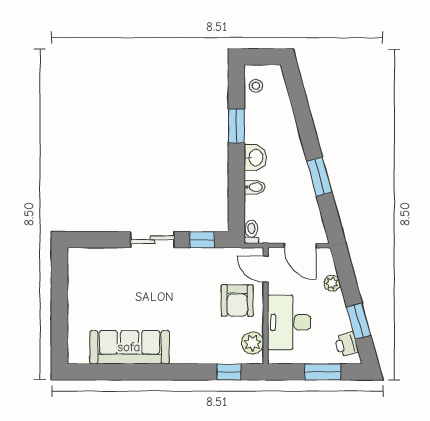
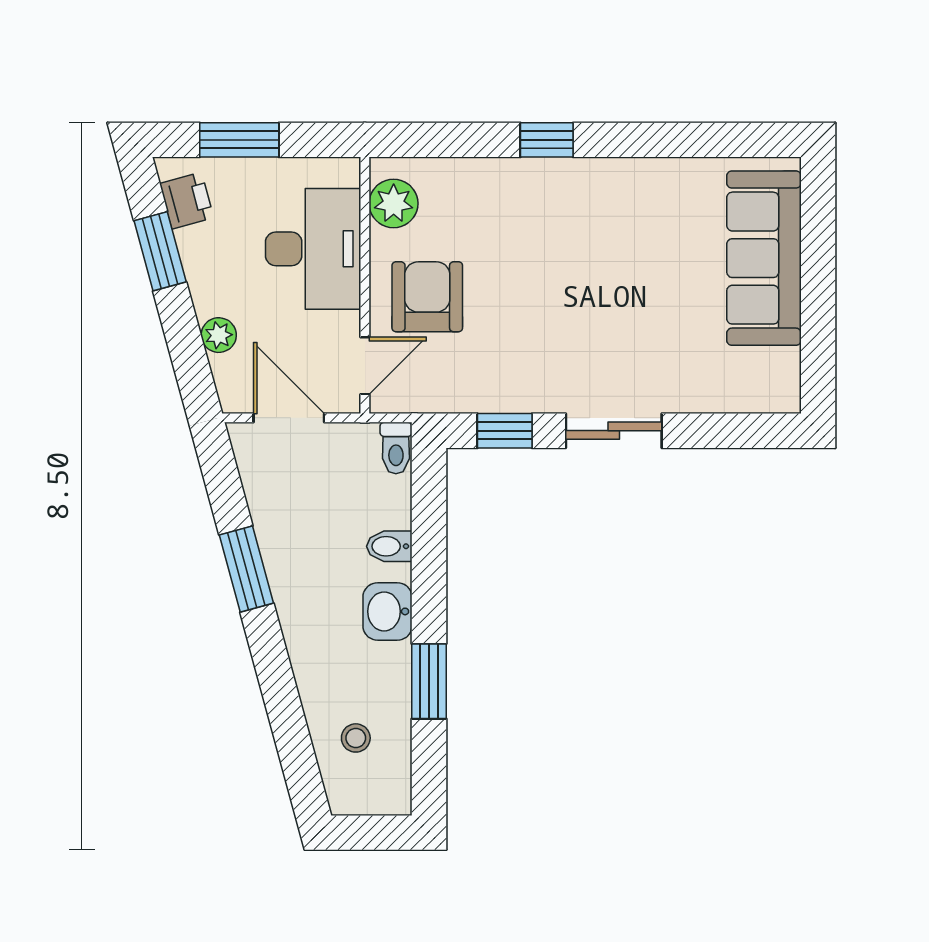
stool: (256, 86) -> (356, 738), moved
door: (266, 269) -> (365, 366), hinge flipped
sofa: (129, 347) -> (764, 258), moved, turned 90
window: (229, 372) -> (547, 140), moved

